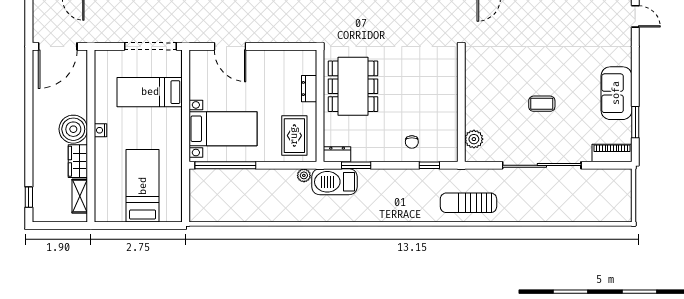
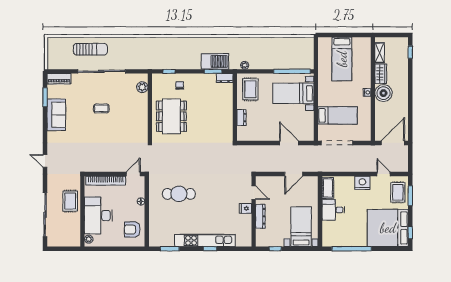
dining table: (353, 86) -> (171, 116), moved
barbecue: (334, 182) -> (215, 61), moved
sun lounger: (468, 203) -> (90, 49), moved

